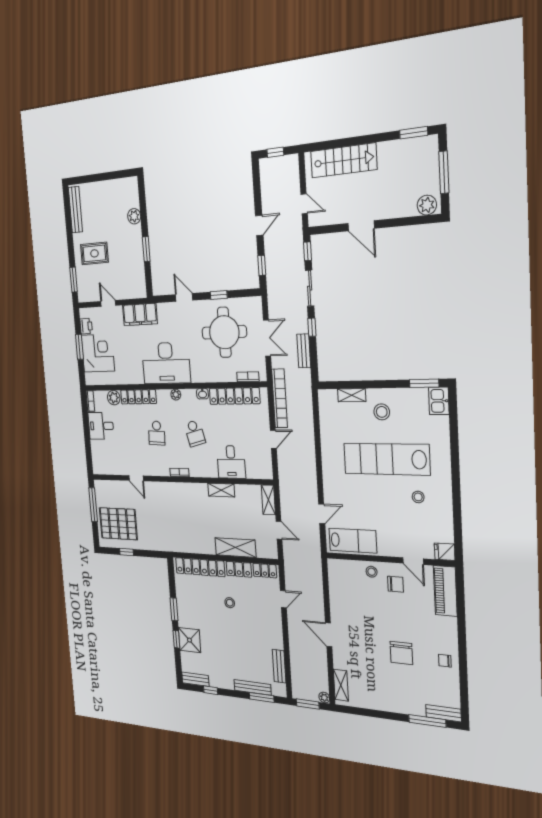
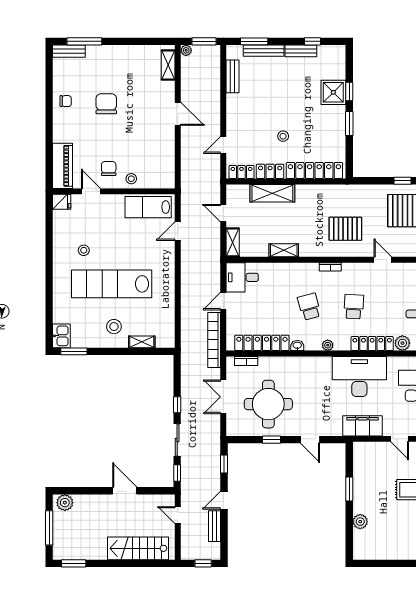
bench: (304, 351) -> (215, 526), moved
desk: (166, 363) -> (359, 377), moved
lab bench: (386, 459) -> (112, 284), turned 180
desk: (231, 462) -> (242, 277), moved, turned -90
pallet: (169, 509) -> (345, 229), added
chair: (396, 584) -> (109, 169), turned 90
bench: (195, 679) -> (301, 51), moved

